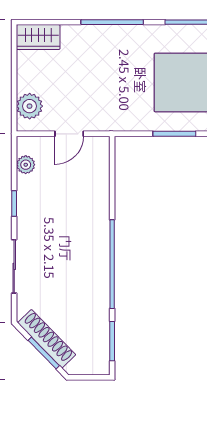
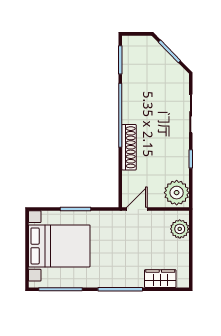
wardrobe: (38, 37) -> (160, 279), moved
door: (69, 134) -> (137, 209), moved
plant: (26, 165) -> (177, 193), width x1.88, depth x1.88
shoe rack: (47, 339) -> (129, 147), moved, turned -136

